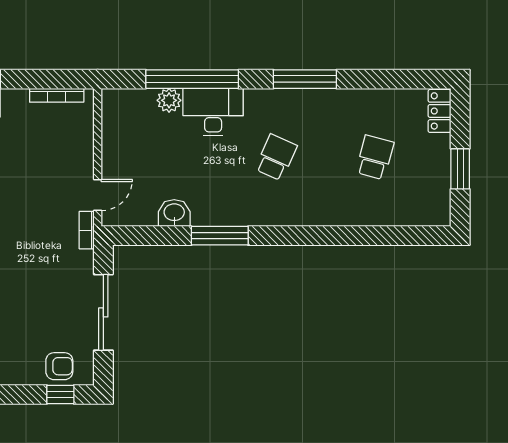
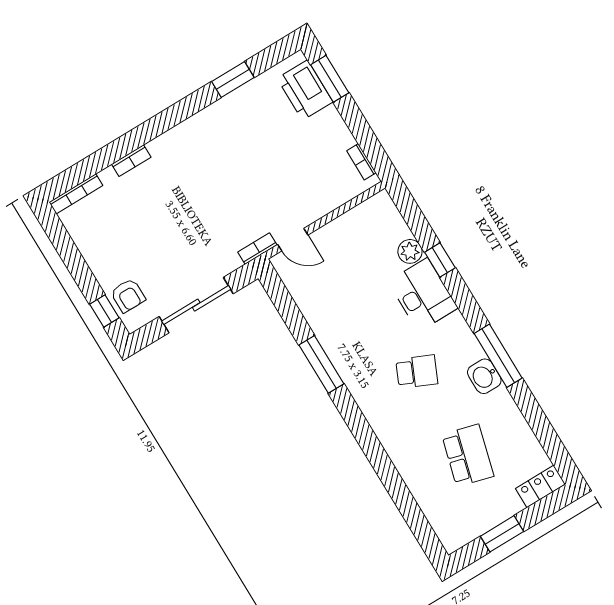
window: (192, 79) -> (440, 260), width x0.32
bookcase: (57, 95) -> (361, 162), width x0.64
school desk: (375, 157) -> (468, 455), width x1.85
washbasin: (174, 213) -> (484, 376), moved, turned 180

